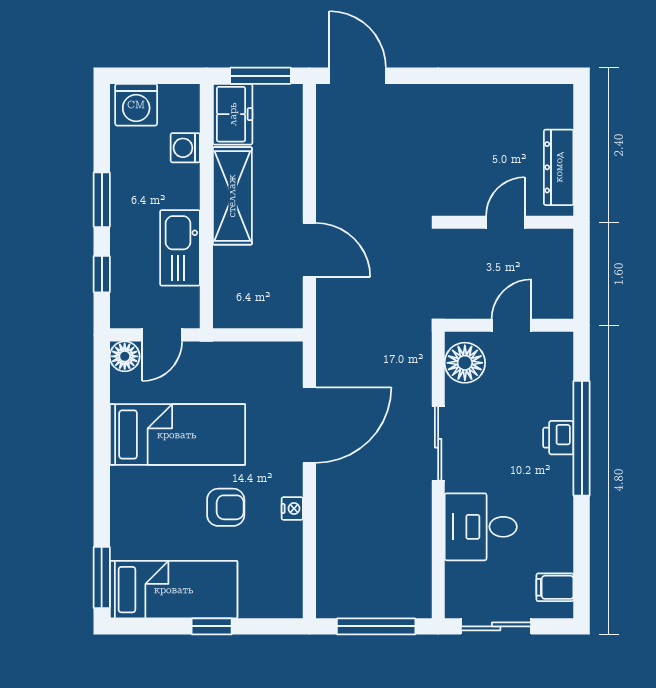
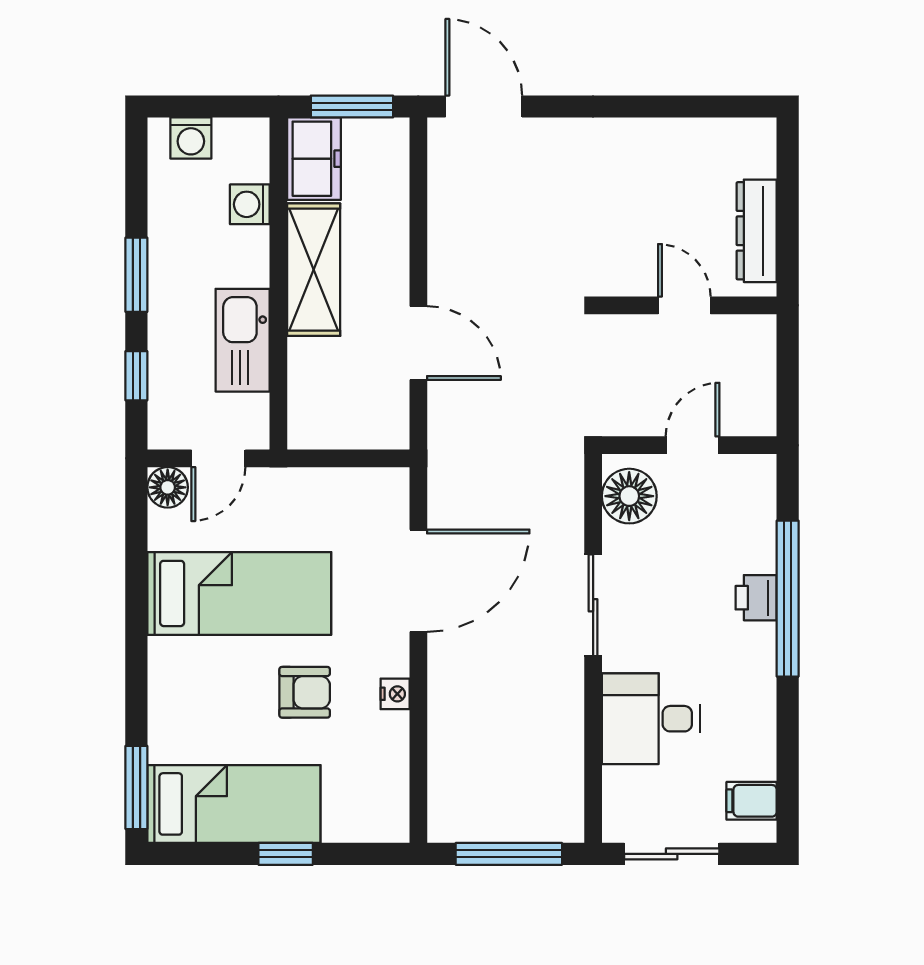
washing machine: (136, 105) -> (191, 138), width x0.73, depth x0.73
door: (505, 222) -> (684, 305), hinge flipped

